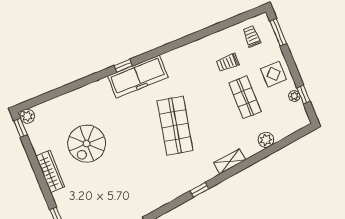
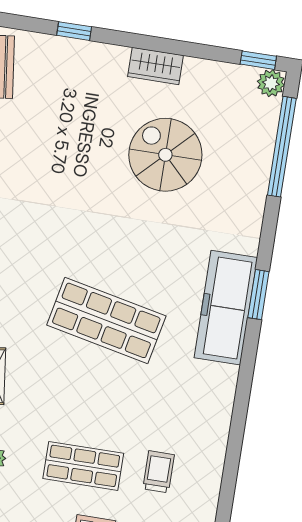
window: (123, 66) -> (258, 295), width x1.50
window: (52, 95) -> (282, 147), added
wardrobe: (50, 171) -> (155, 66), width x0.67

